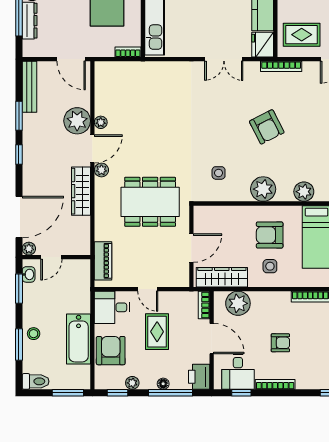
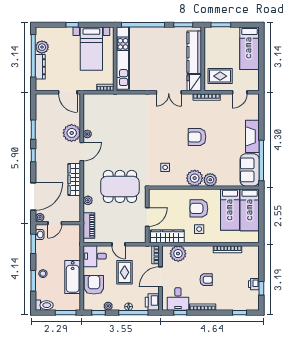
bench: (29, 87) -> (40, 110), removed
armchair: (267, 127) -> (197, 137), turned 117
plant: (101, 170) -> (88, 200), moved
plant: (304, 192) -> (210, 180), moved
door: (212, 339) -> (161, 277), swing flipped

